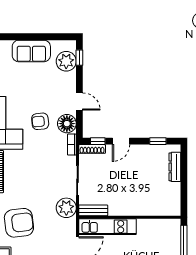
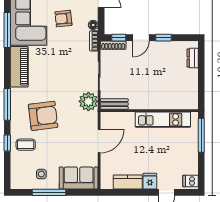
floor lamp: (67, 124) -> (93, 25), width x0.53, depth x0.53
window: (158, 141) -> (163, 38), moved
dresser: (175, 167) -> (193, 58), width x0.70
kitchen unit: (107, 227) -> (163, 120), moved

